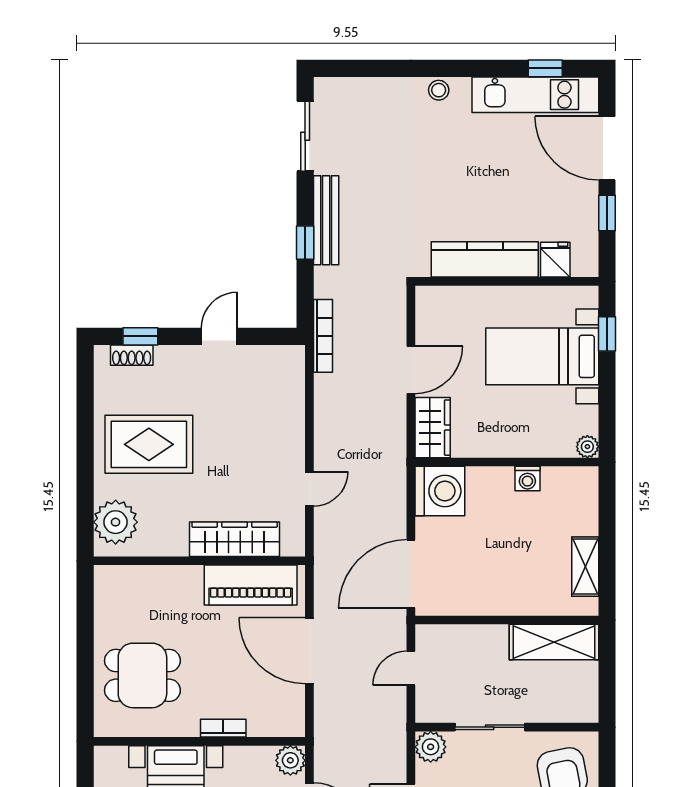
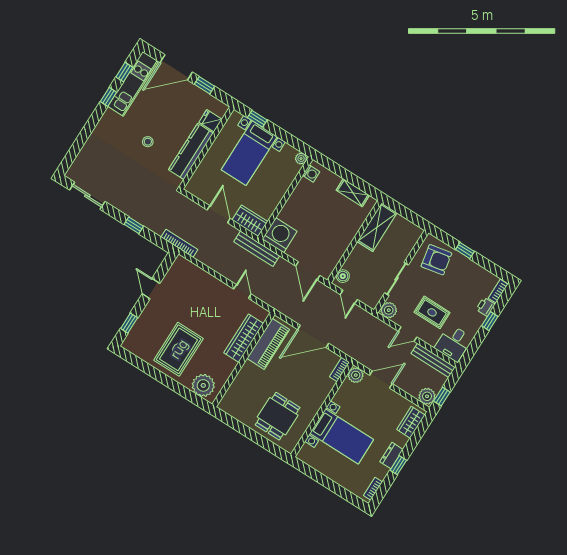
window: (488, 68) -> (108, 97), added
stool: (439, 90) -> (148, 142), moved
bench: (326, 220) -> (257, 249), moved
shoe rack: (132, 355) -> (135, 332), removed
washing machine: (527, 479) -> (311, 173), moved
door: (411, 574) -> (308, 271), width x0.73
boiler: (439, 637) -> (343, 276), added
bookcase: (223, 728) -> (339, 370), moved

